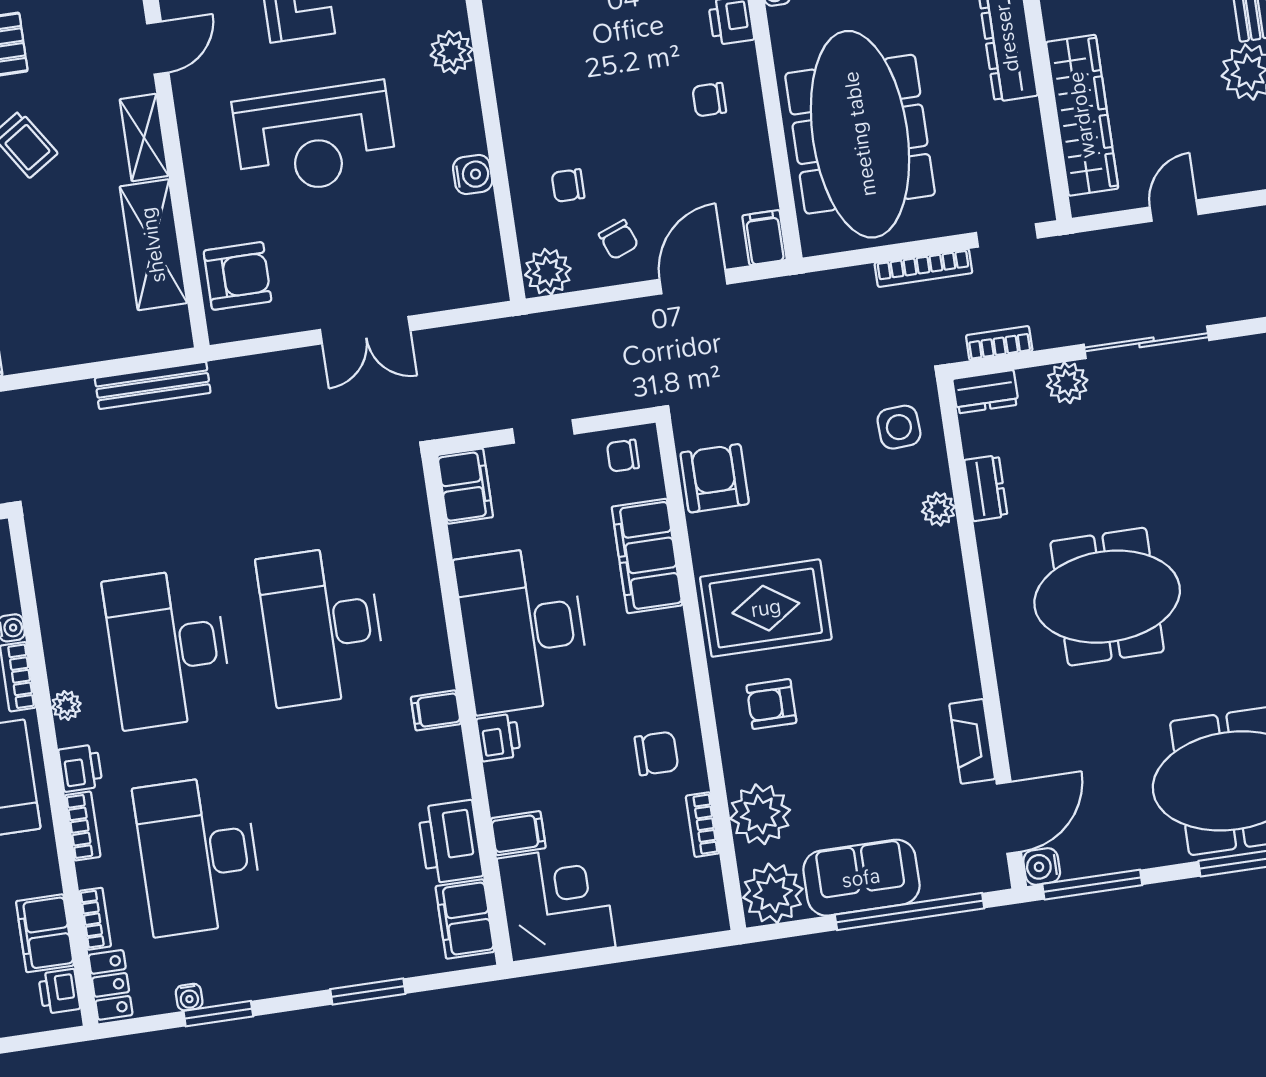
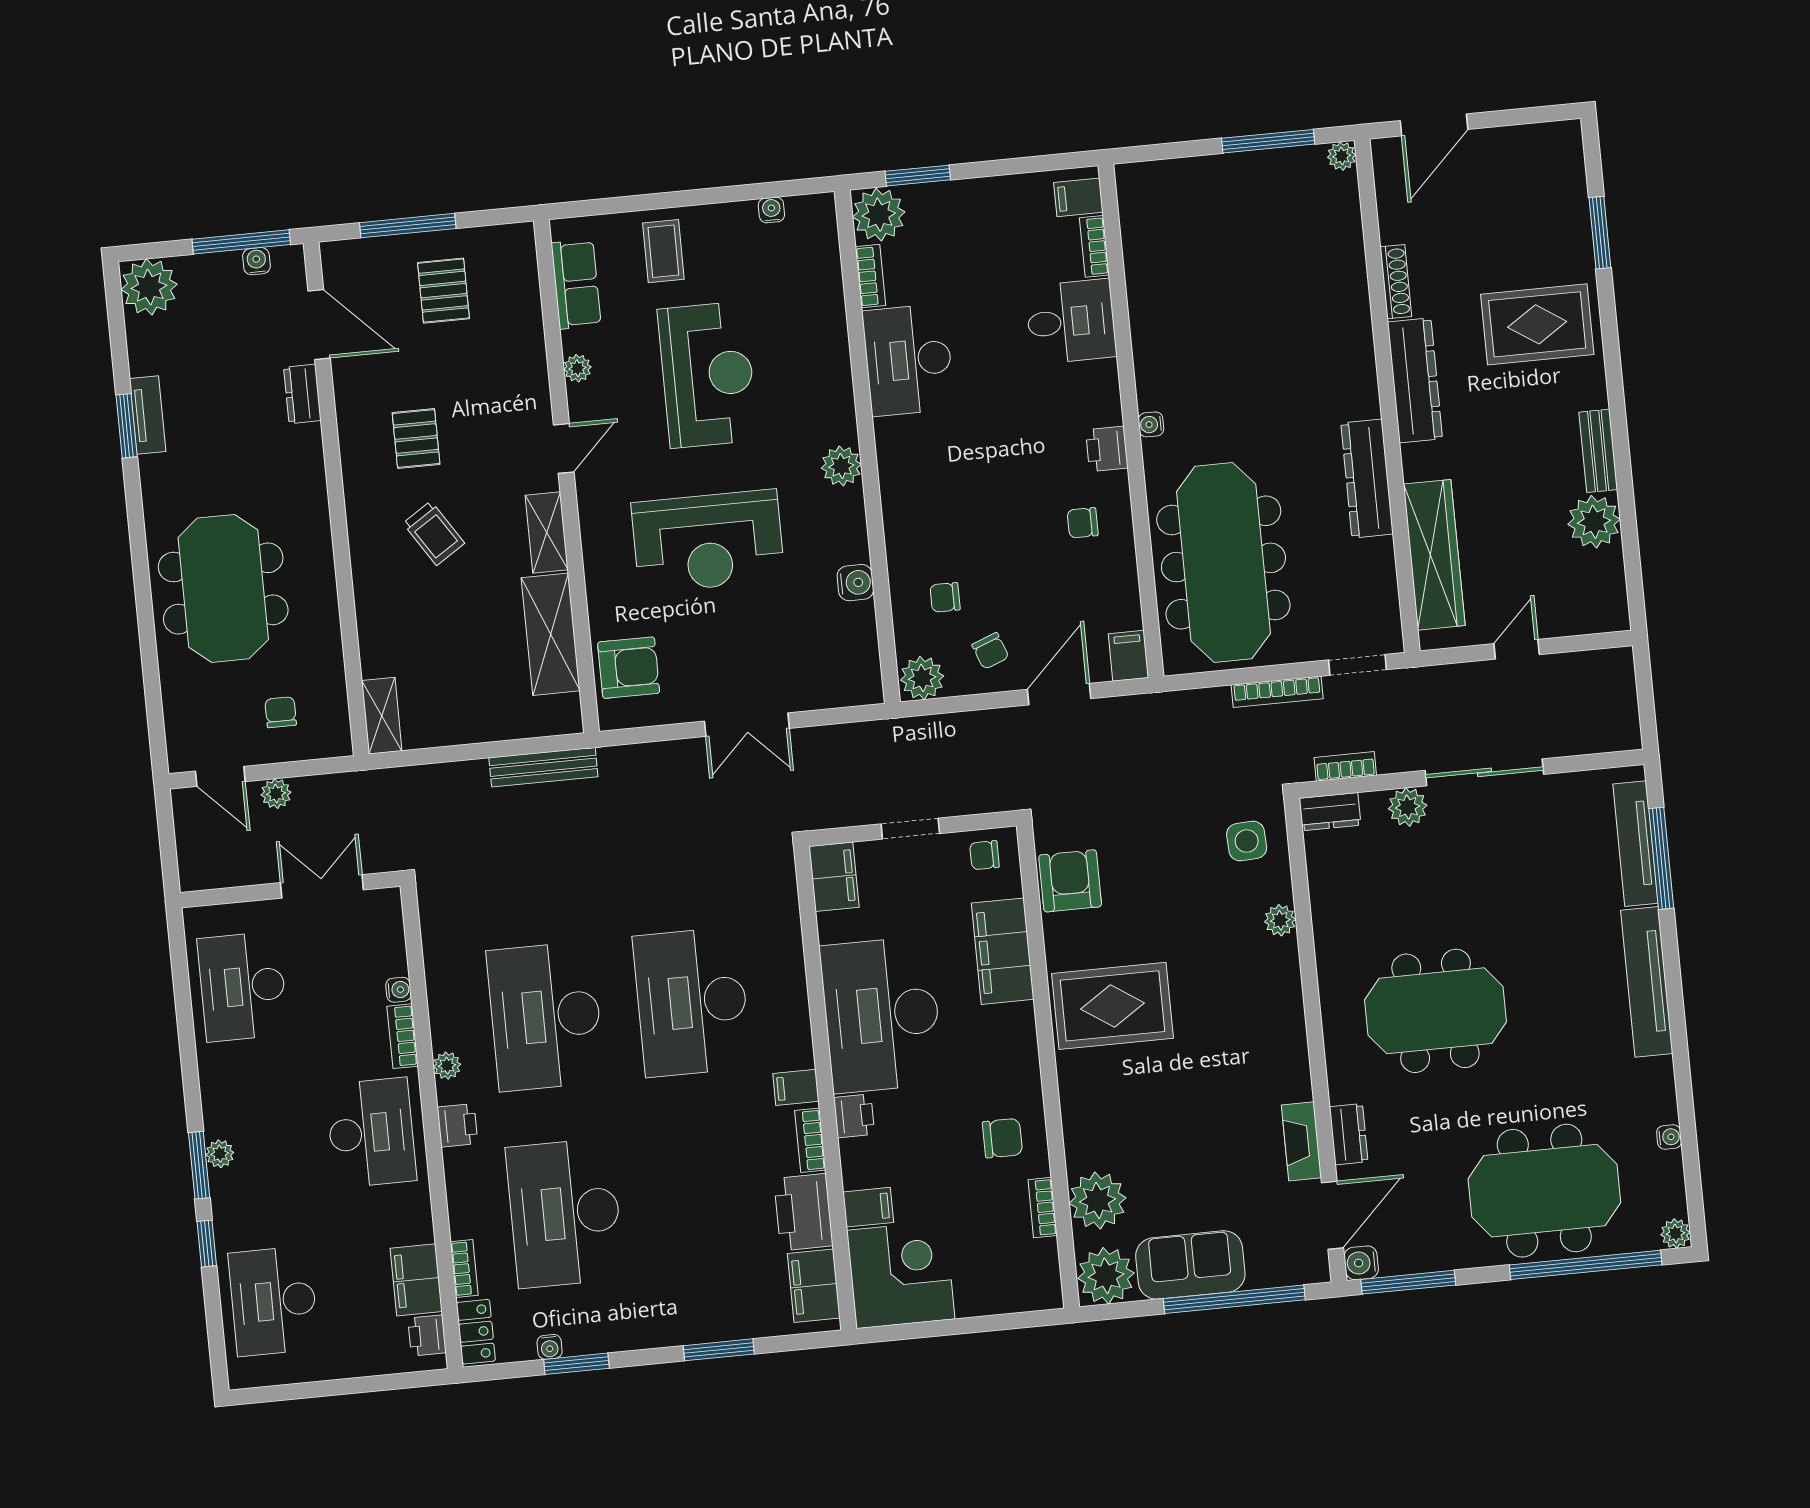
dresser: (986, 488) -> (1349, 1134), moved
armchair: (771, 704) -> (1113, 1097), removed
bookcase: (83, 826) -> (810, 1140), moved, turned 180

